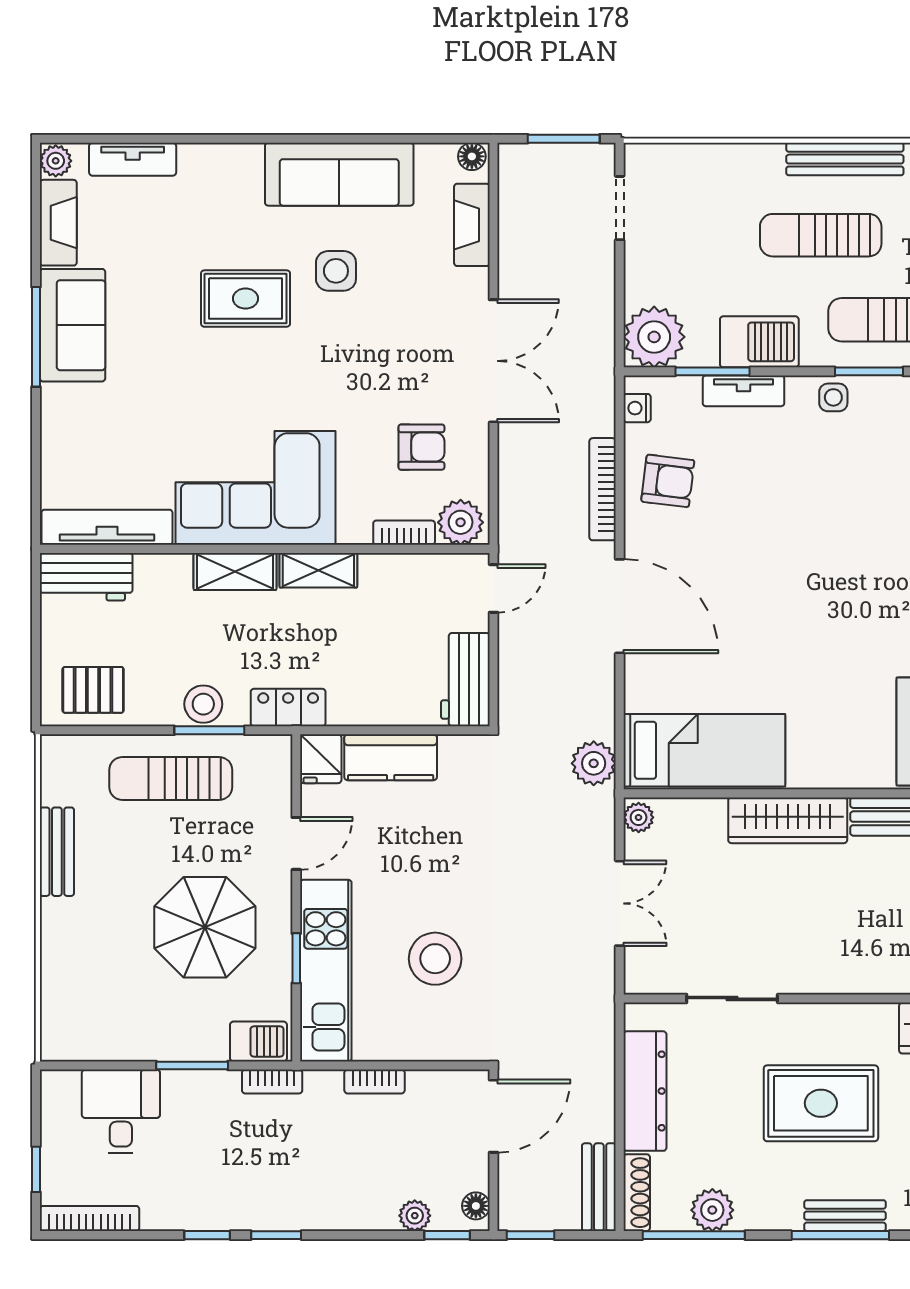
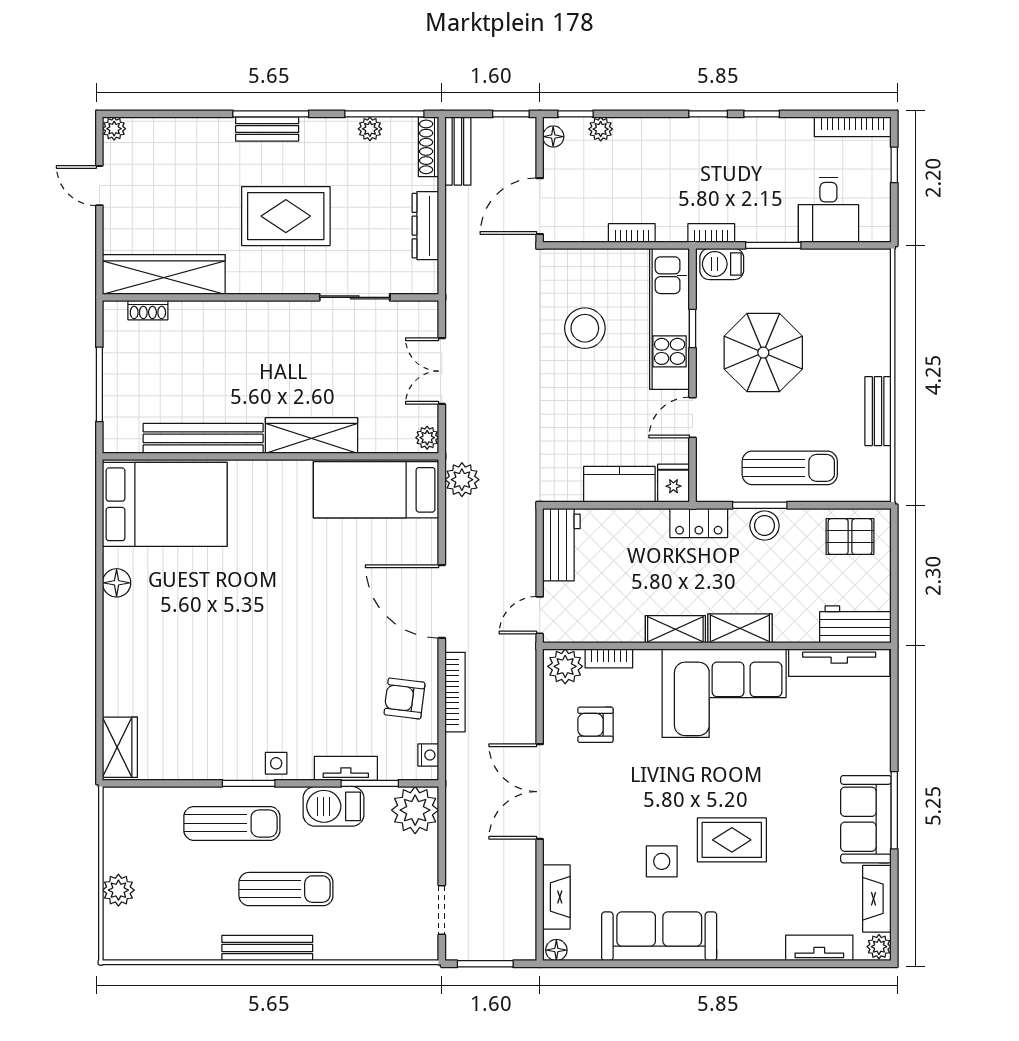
dresser: (645, 1091) -> (425, 226), width x0.73, depth x0.80
plant: (712, 1210) -> (370, 129), width x0.73, depth x0.73

